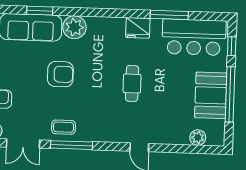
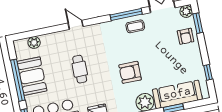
armchair: (60, 74) -> (130, 72), moved
cafe table: (132, 83) -> (80, 69), moved

